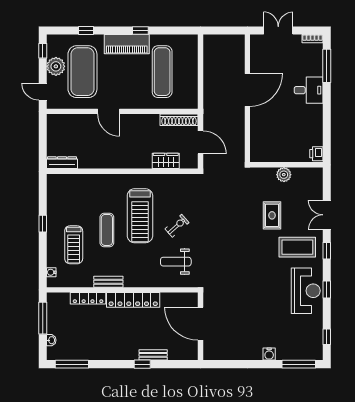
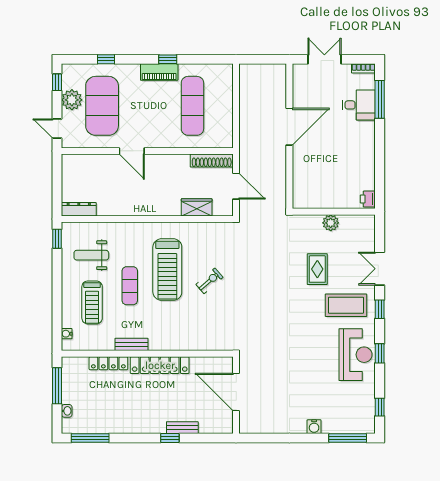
piano: (127, 44) -> (159, 72), width x0.73, depth x0.75
desk: (309, 90) -> (359, 105), moved
window: (43, 224) -> (57, 239), moved
weight bench: (176, 262) -> (91, 255), moved

